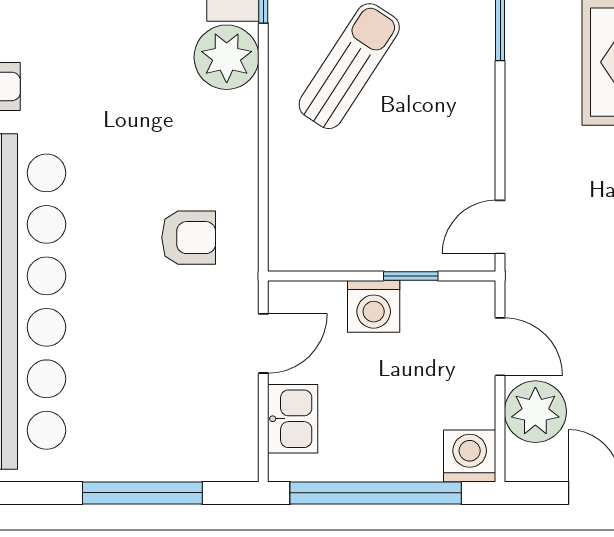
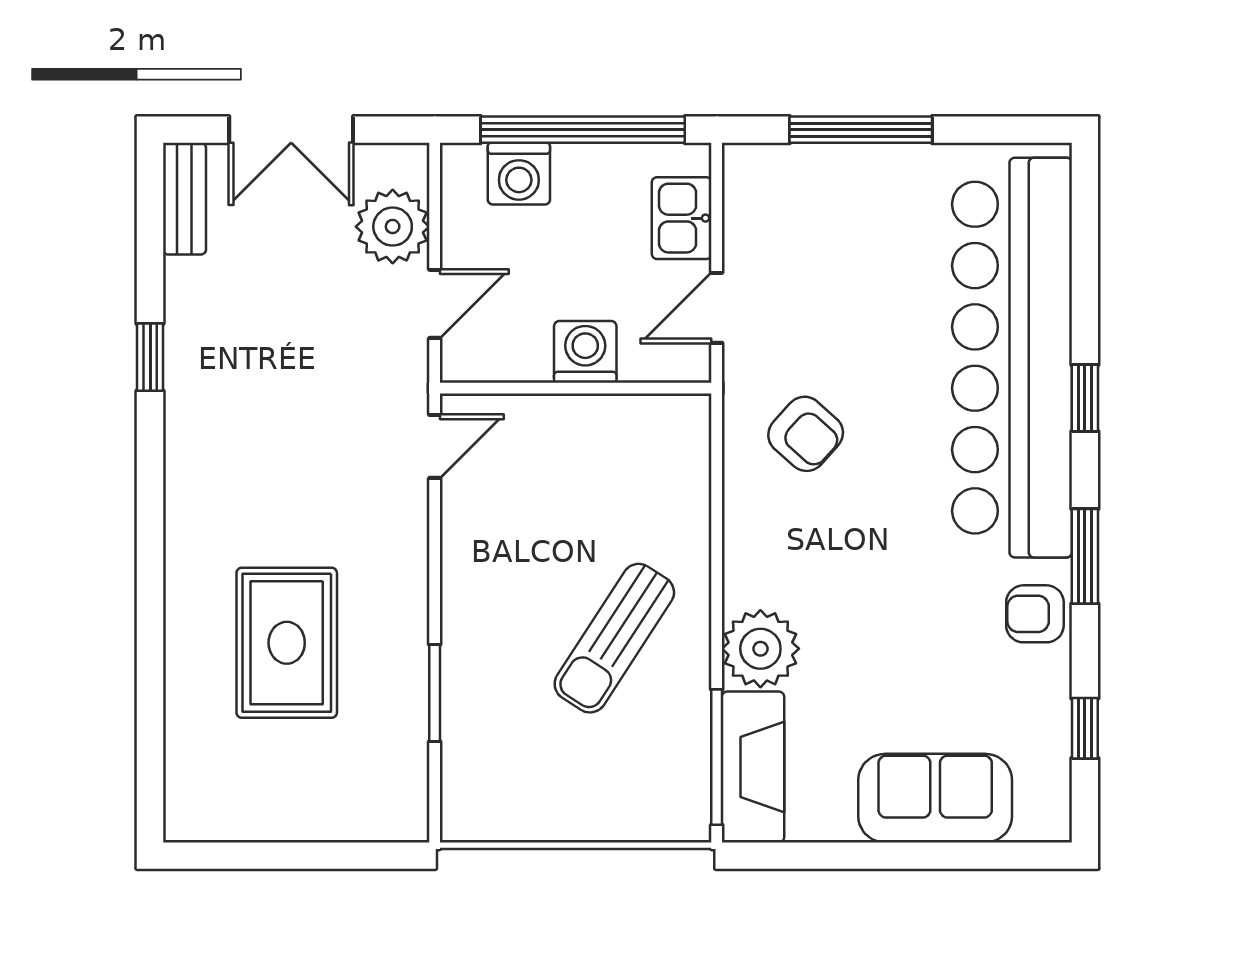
armchair: (189, 238) -> (806, 434), turned -138
window: (411, 276) -> (541, 388), removed
door: (500, 347) -> (435, 304), swing flipped
washing machine: (470, 456) -> (519, 174), moved

